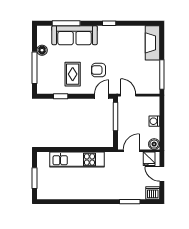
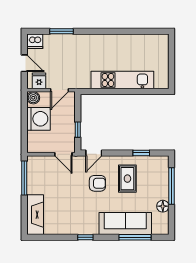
window: (116, 117) -> (78, 130), width x0.46
washing machine: (154, 121) -> (39, 119), width x1.89, depth x1.89
window: (34, 178) -> (171, 59), removed

